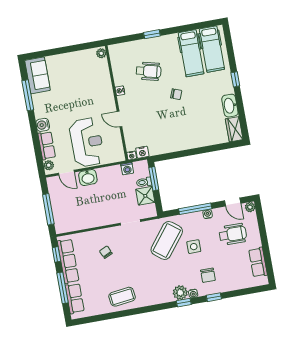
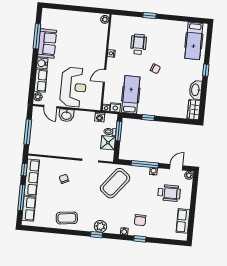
hospital bed: (191, 53) -> (131, 95), moved, turned 180
wheelchair: (149, 71) -> (138, 44), turned -104
sofa: (38, 75) -> (47, 43), moved
door: (119, 119) -> (105, 76), hinge flipped
window: (184, 153) -> (148, 118), added
door: (233, 202) -> (176, 167), swing flipped
side table: (194, 247) -> (135, 194), removed
plant: (180, 293) -> (100, 226), moved
window: (184, 303) -> (96, 235), moved

